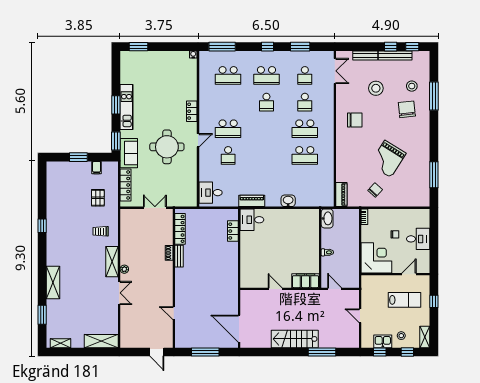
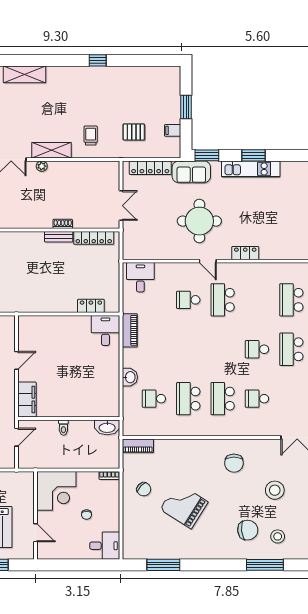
school desk: (305, 75) -> (154, 399), moved
desk: (418, 239) -> (105, 546), moved, turned -90

